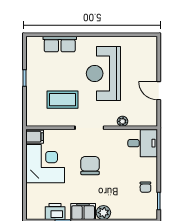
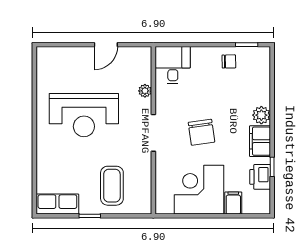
row of seats: (60, 44) -> (57, 204), moved, turned -90
coffee table: (62, 100) -> (112, 186), moved
filing cabinet: (35, 137) -> (233, 203), moved
chair: (90, 166) -> (201, 132), turned -98

